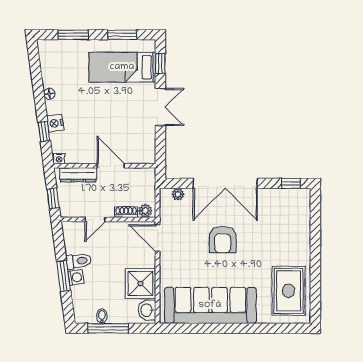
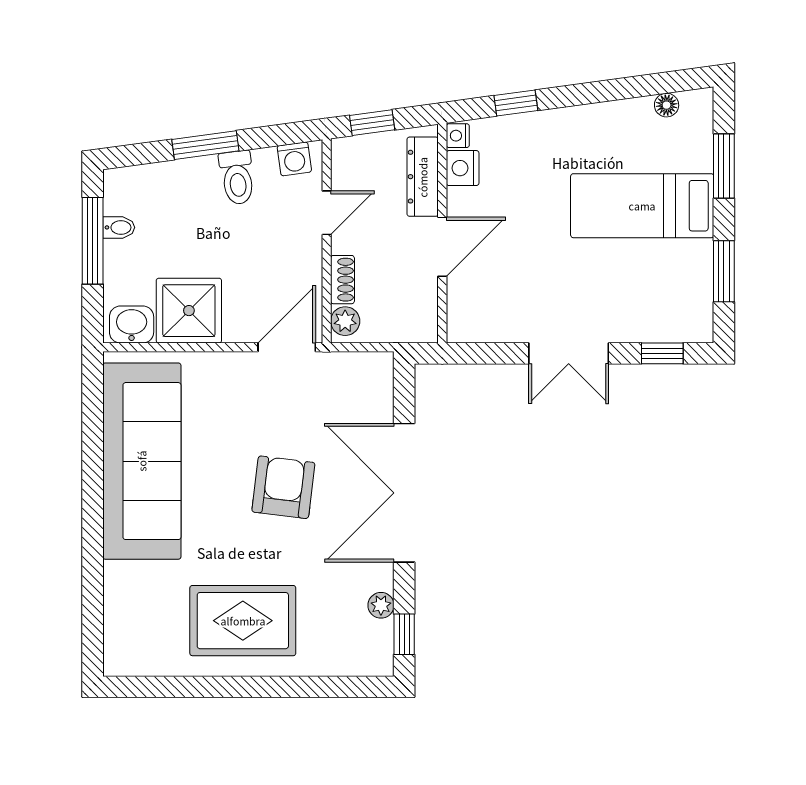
bed: (122, 67) -> (642, 206), moved, turned -90
floor lamp: (49, 94) -> (667, 105), moved
nightstand: (55, 123) -> (463, 168), moved, turned -82
plant: (178, 194) -> (381, 605), moved
door: (95, 219) -> (327, 213), swing flipped
armchair: (223, 240) -> (283, 487), turned 97
washing machine: (76, 277) -> (294, 159), moved
rug: (289, 291) -> (243, 621), moved

